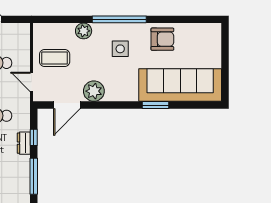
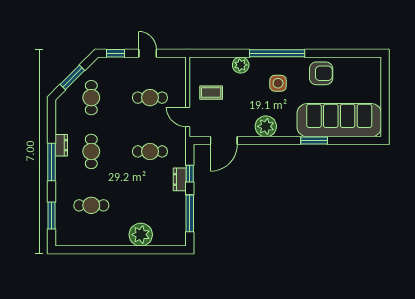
coffee table: (55, 58) -> (211, 93), width x0.73, depth x0.77
plant: (94, 91) -> (266, 126), moved

